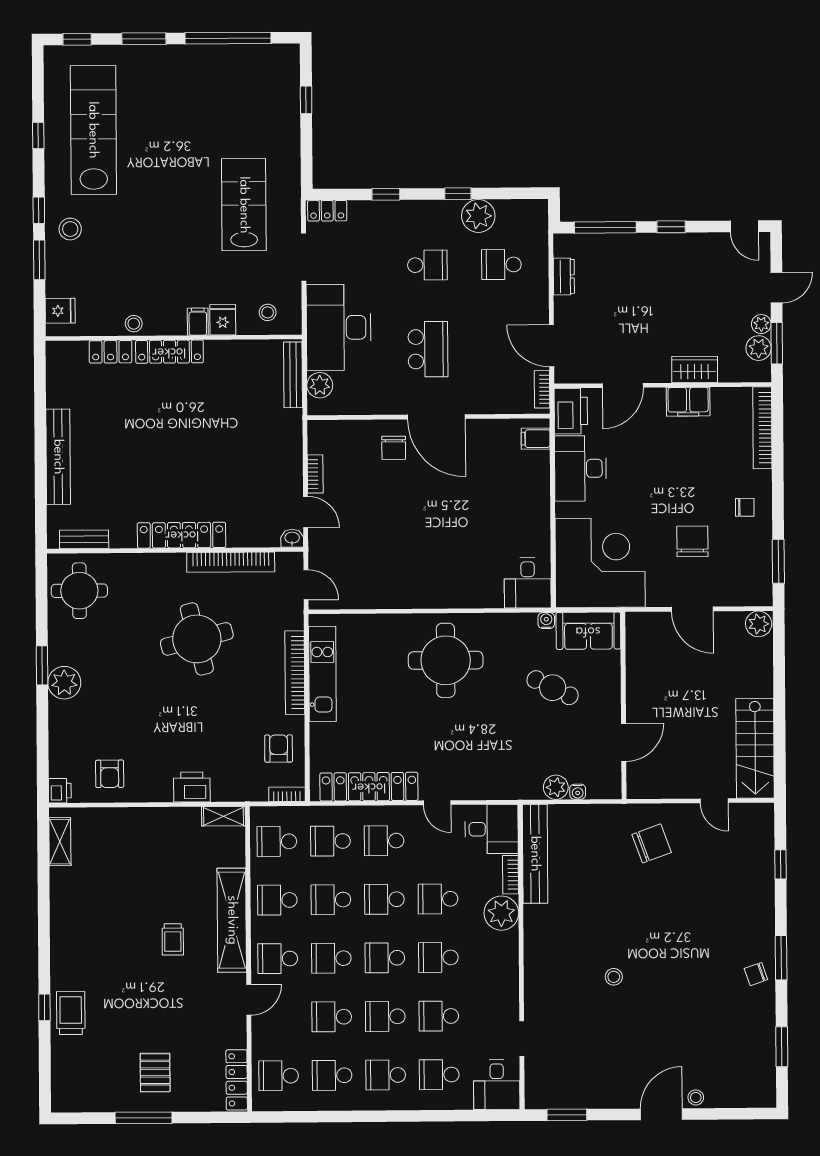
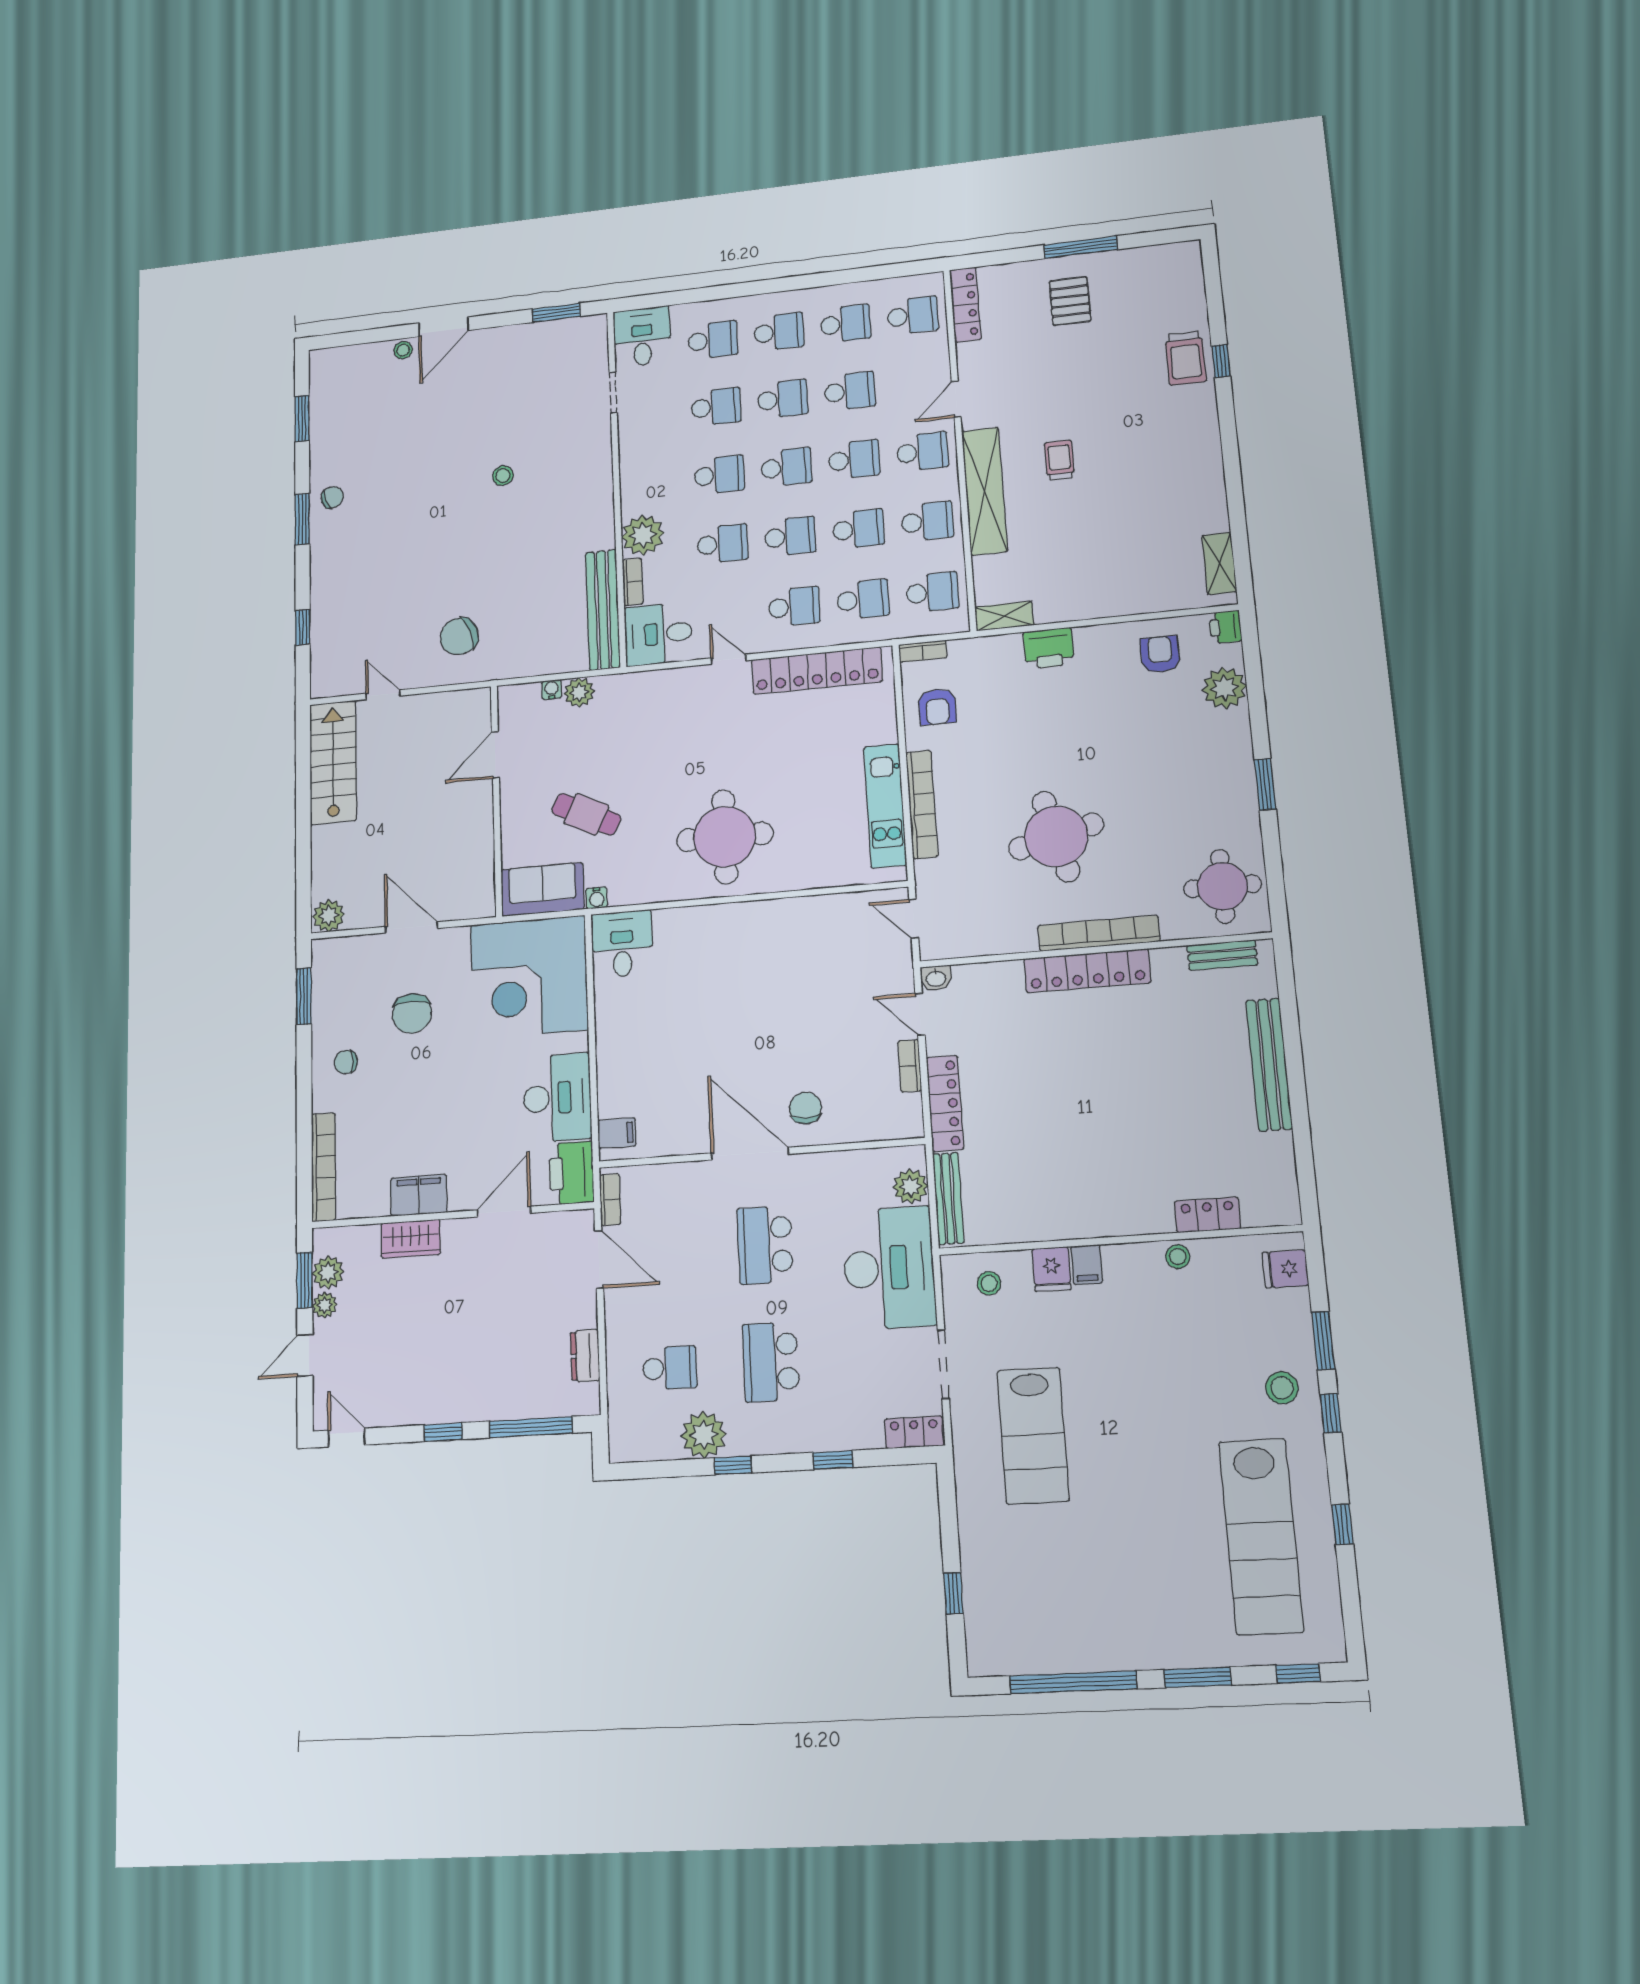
school desk: (427, 265) -> (771, 1362), width x1.85
locker: (169, 352) -> (945, 1103), moved, turned 90
bookcase: (231, 562) -> (1099, 933), moved
plant: (64, 683) -> (1224, 688), moved

